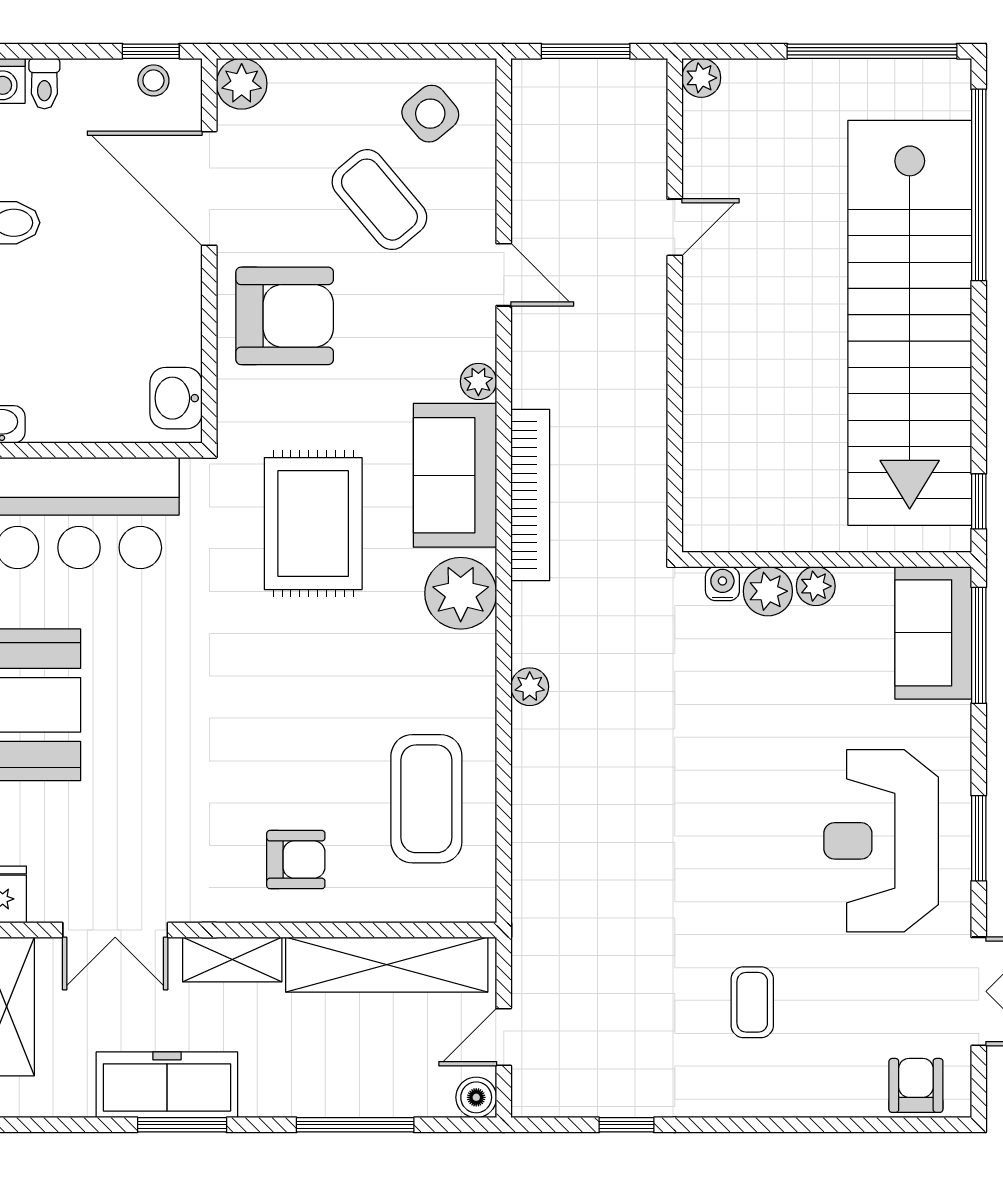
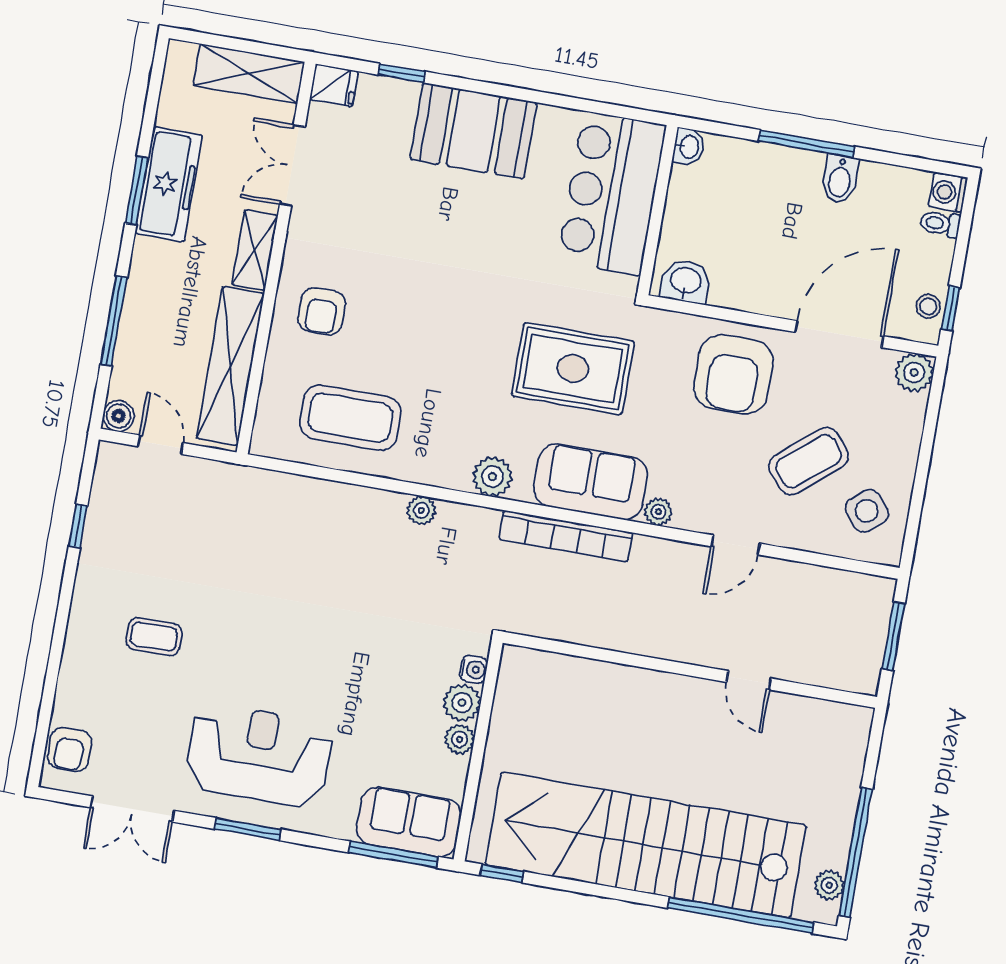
plant: (701, 78) -> (829, 885), moved
plant: (461, 593) -> (492, 477), width x0.73, depth x0.73
armchair: (916, 1085) -> (70, 749), turned 90

